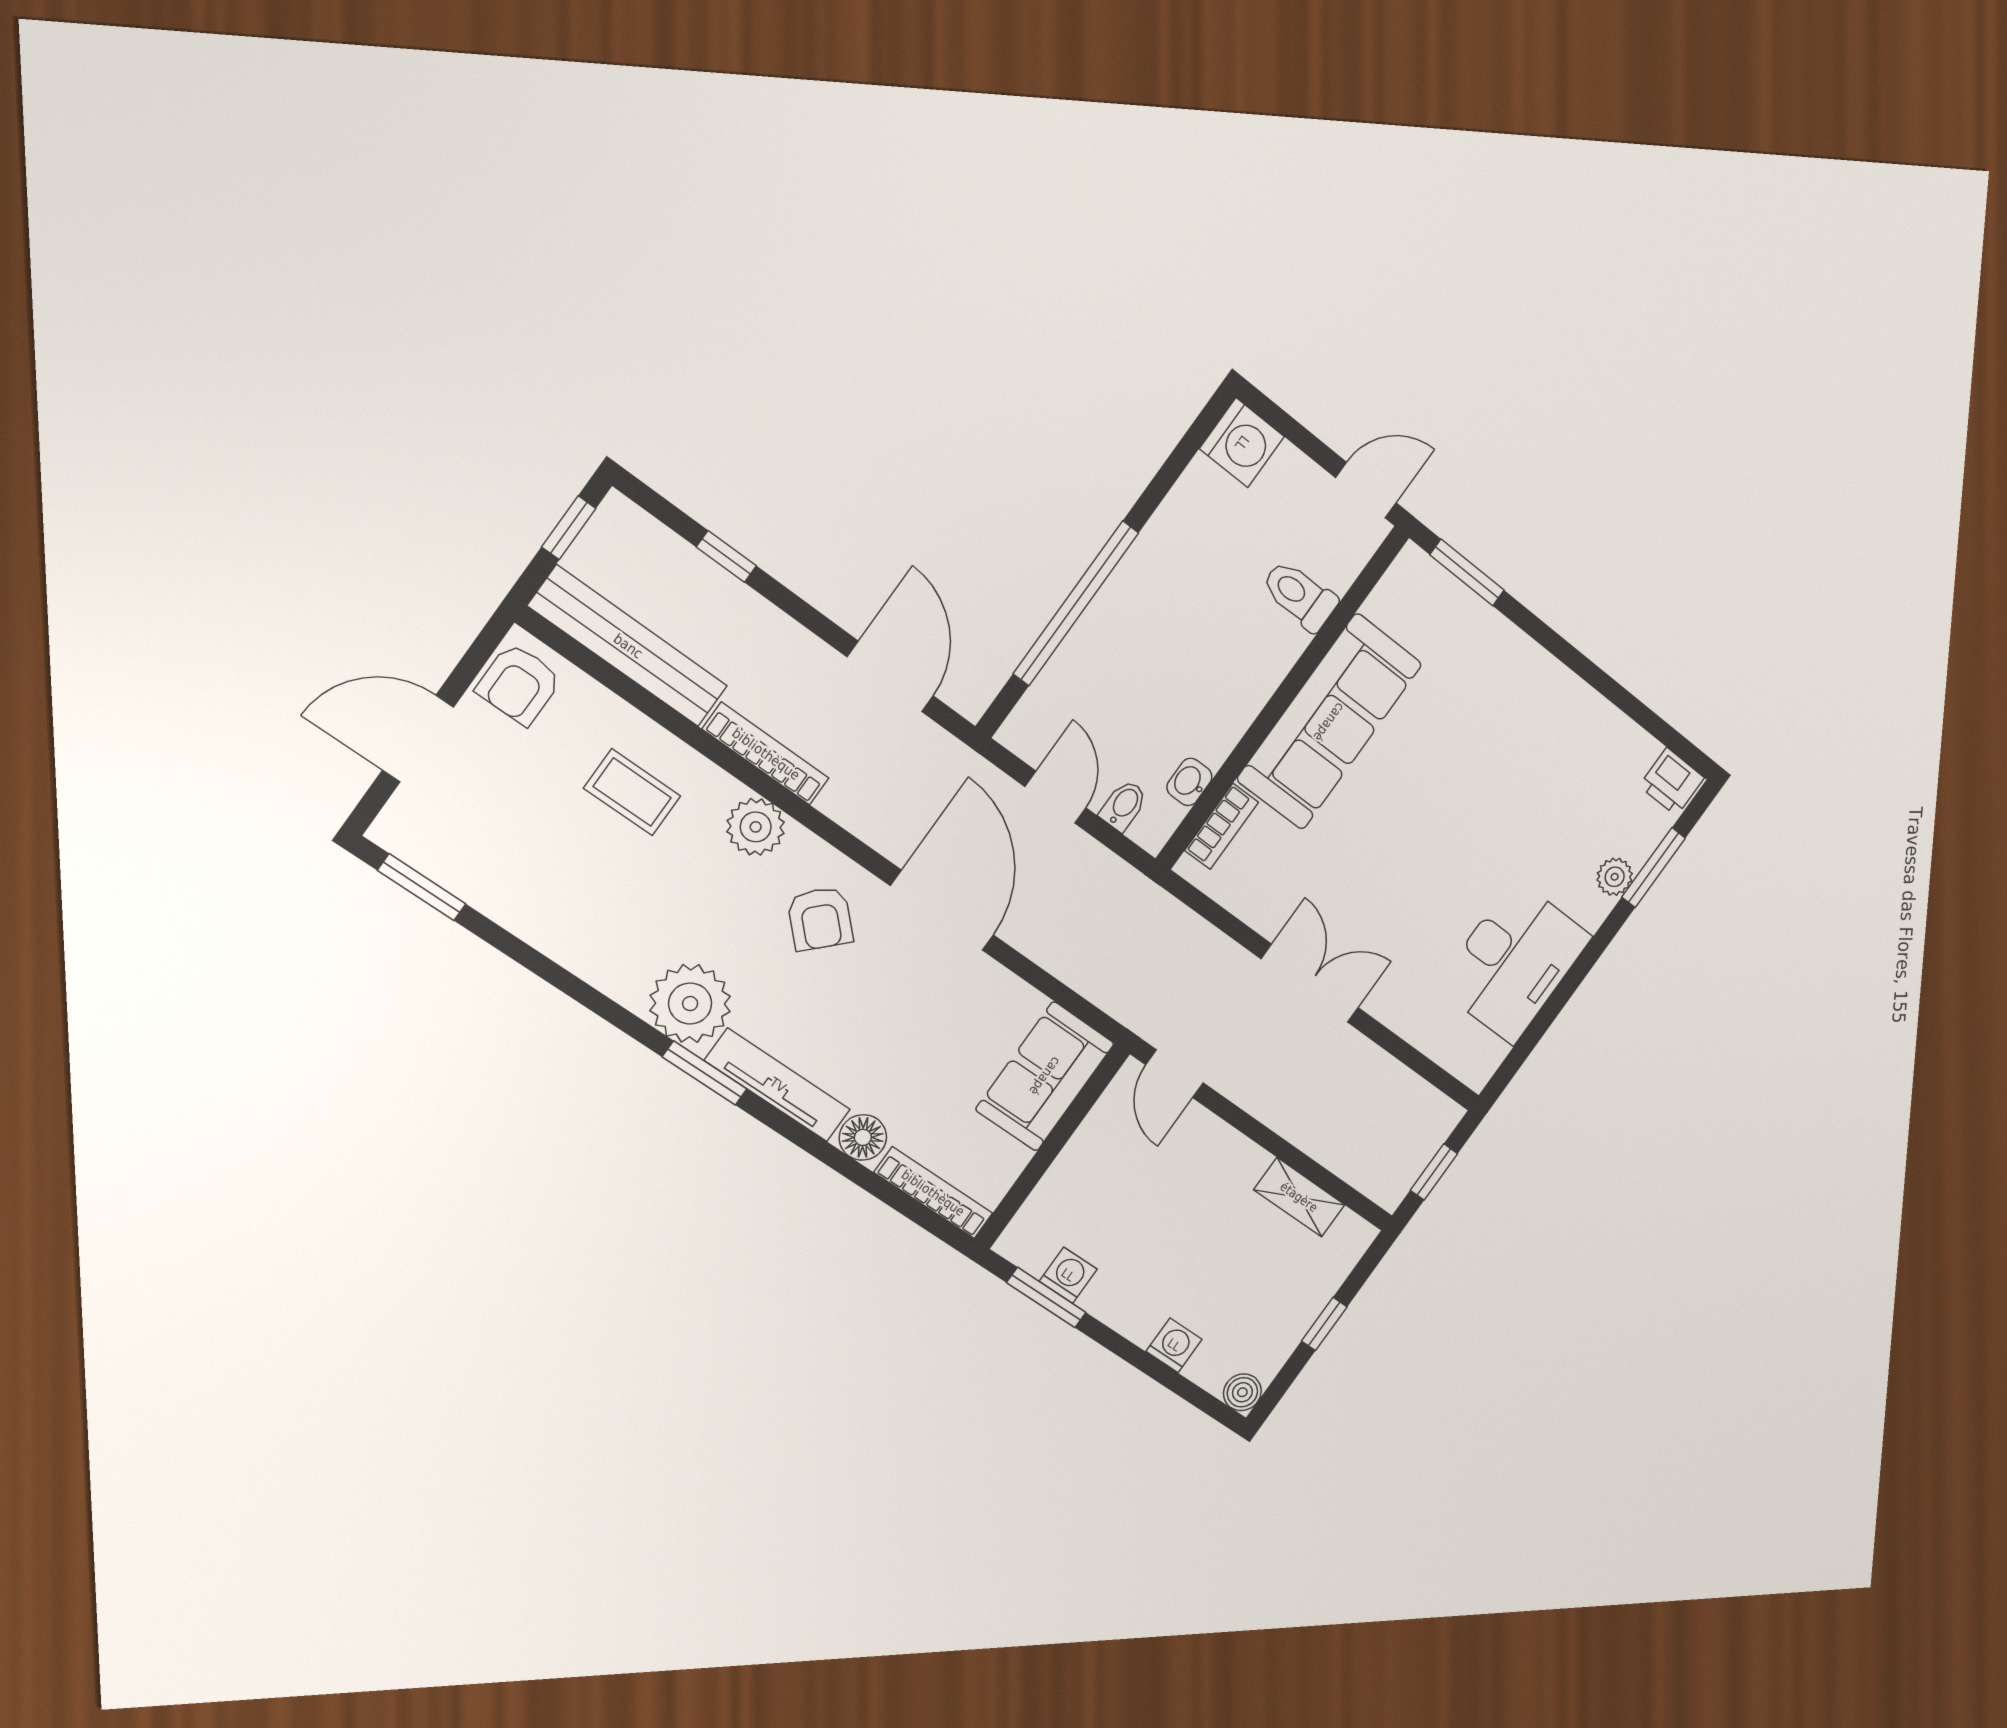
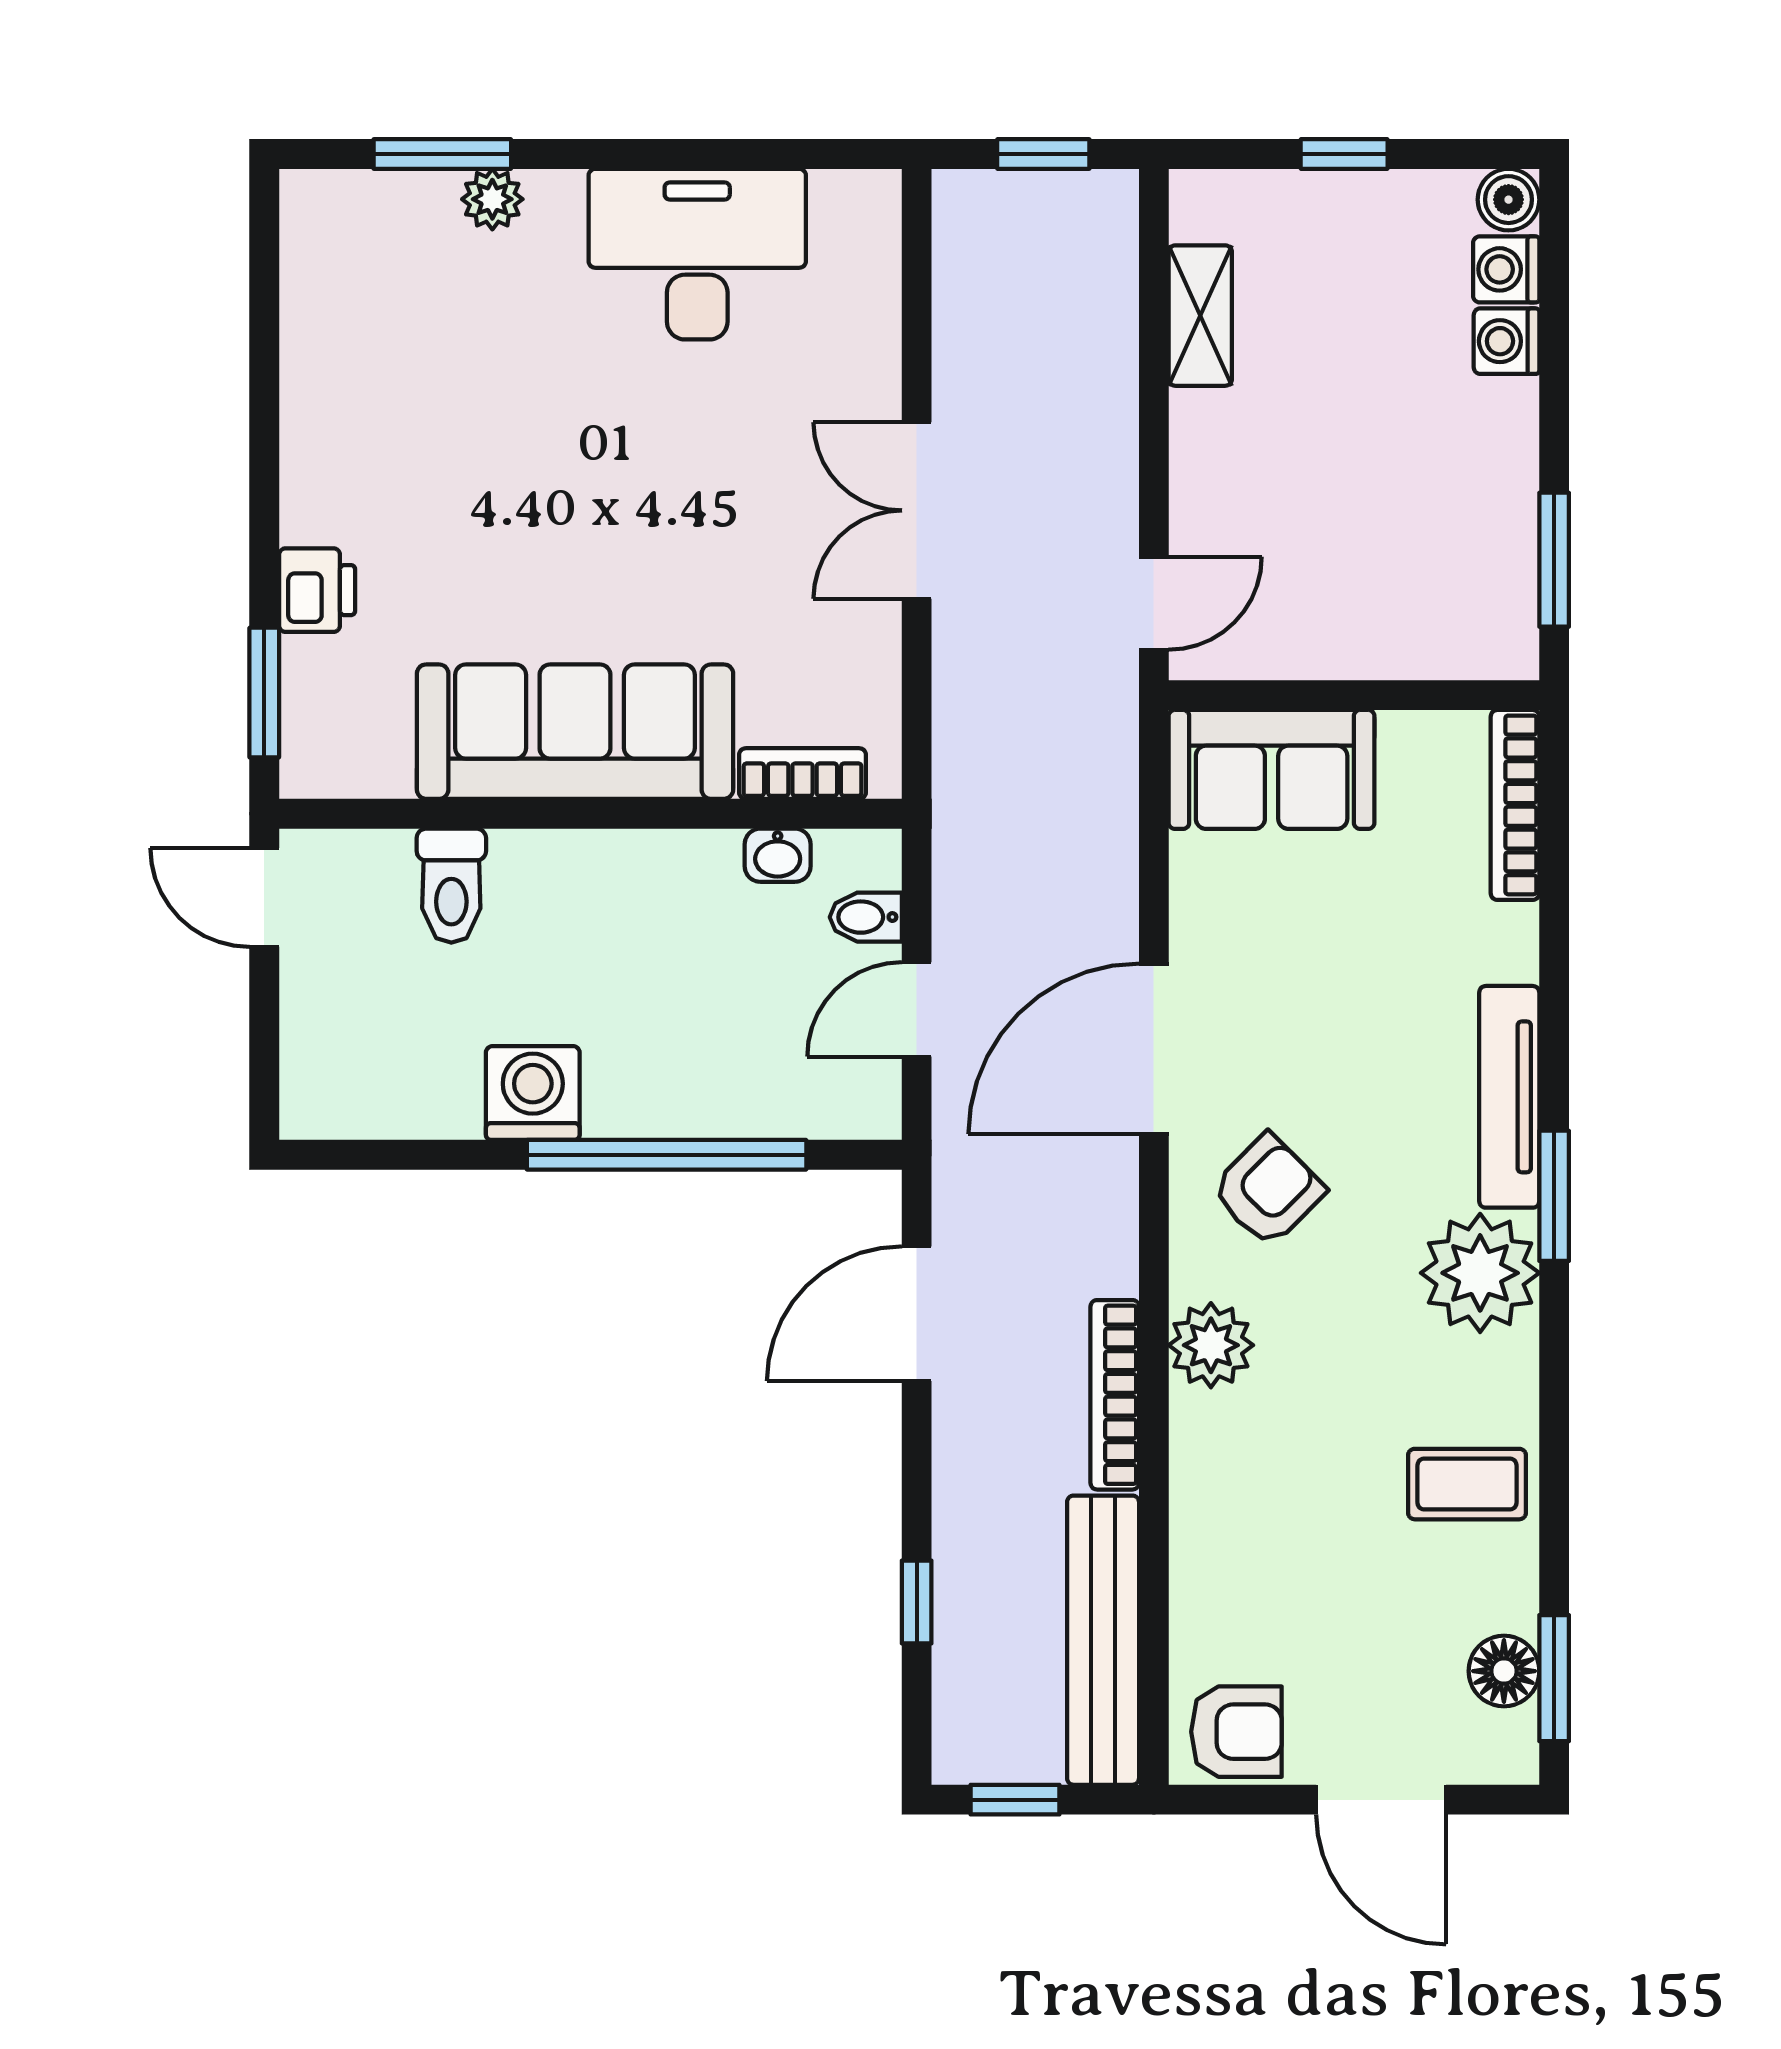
washing machine: (1242, 443) -> (533, 1093), moved
printer: (1672, 782) -> (317, 590), moved
coffee table: (632, 792) -> (1467, 1484), moved, turned 90
floor lamp: (863, 1137) -> (1504, 1671), moved
washing machine: (1068, 1275) -> (1506, 269), moved

